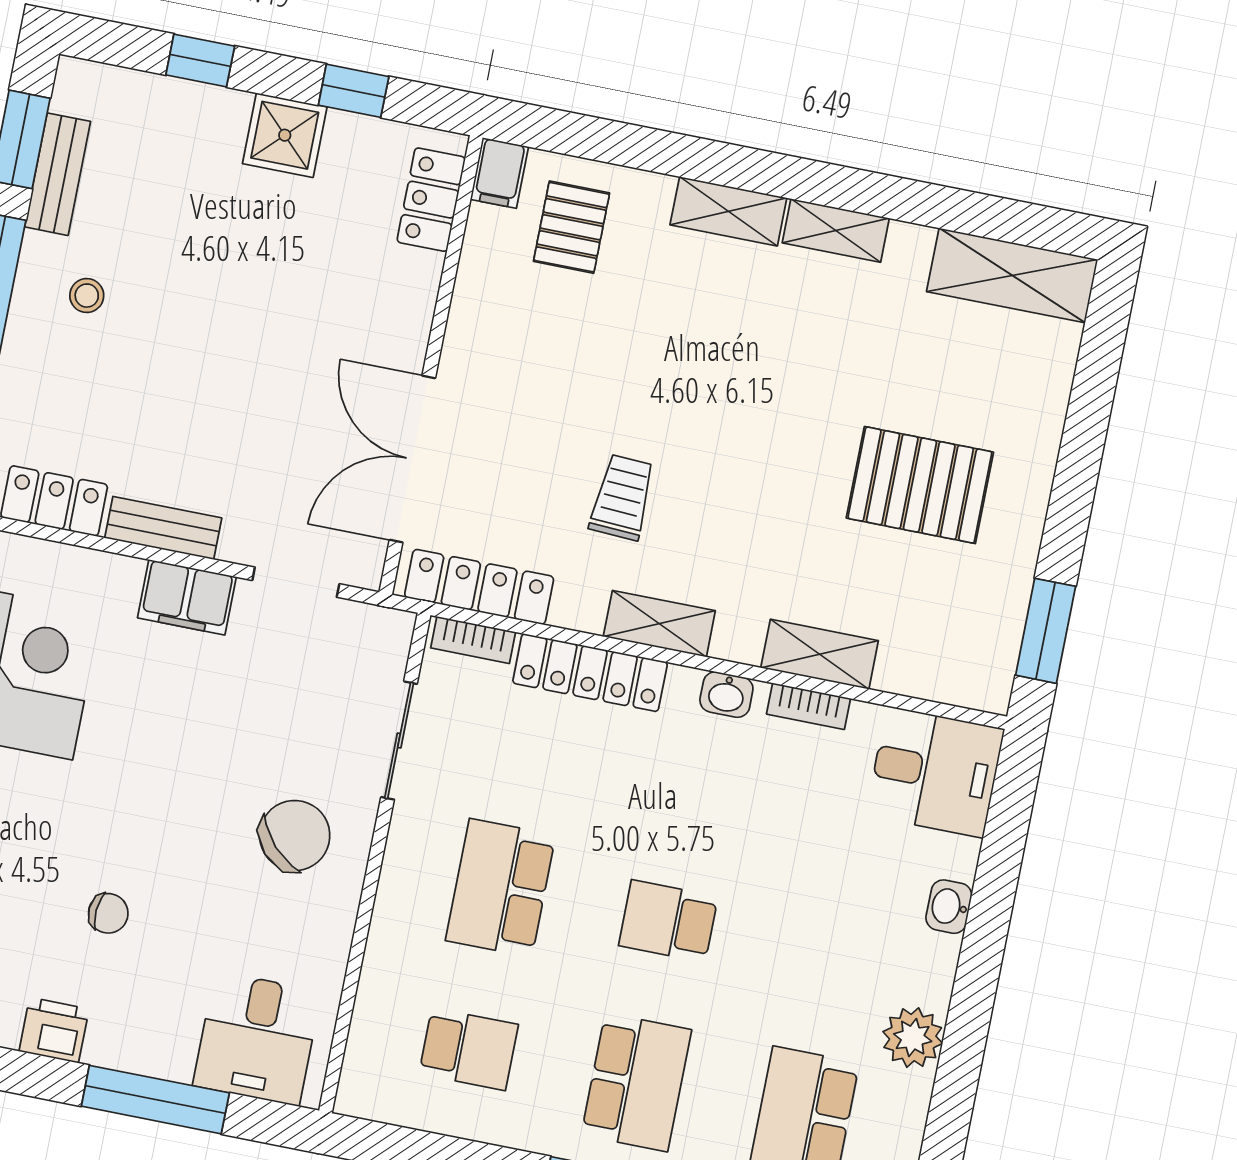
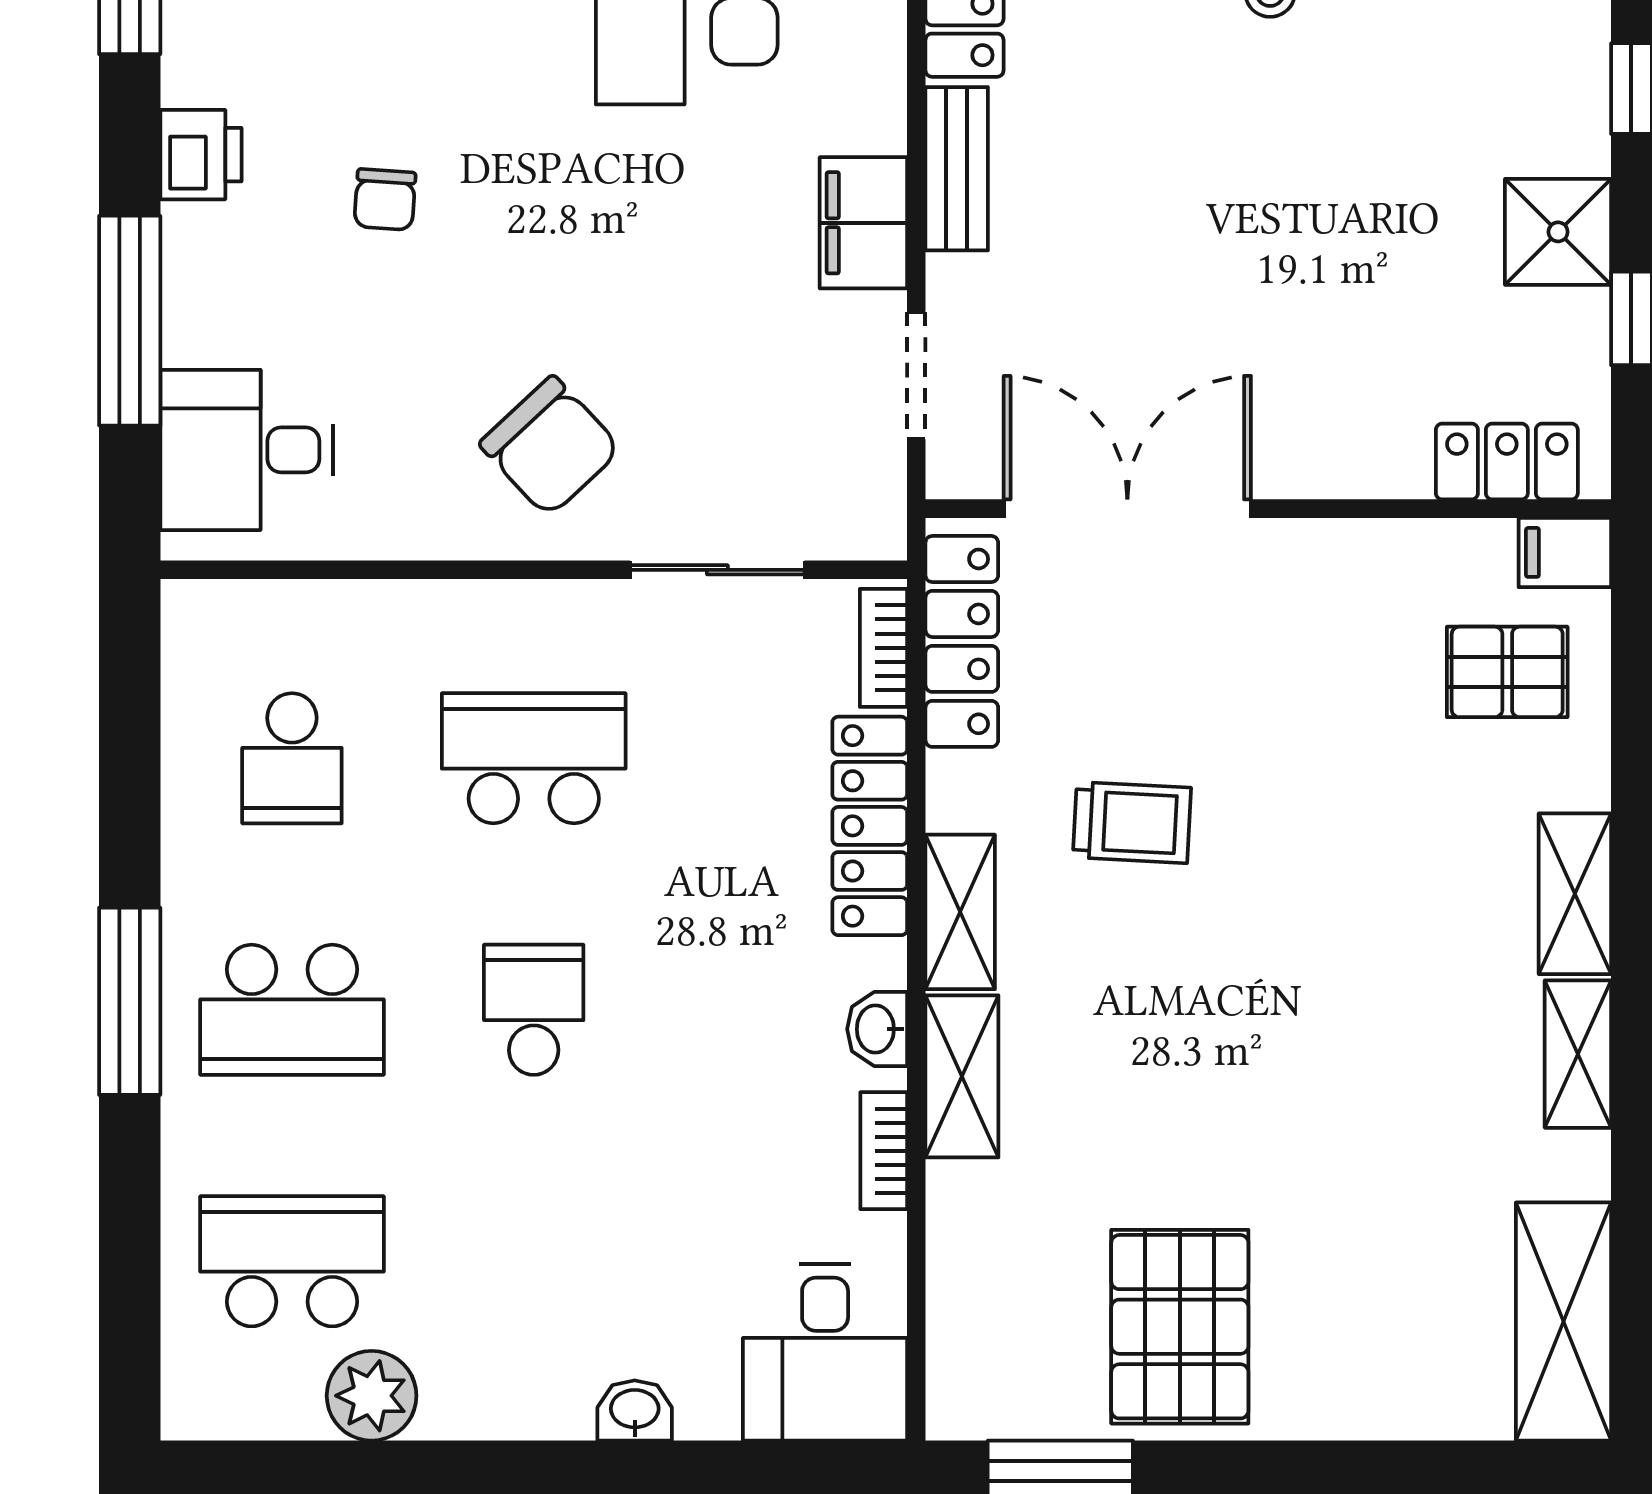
pallet: (920, 485) -> (1180, 1327), moved
shelving: (820, 654) -> (962, 1076), moved
plant: (913, 1038) -> (372, 1396), moved

